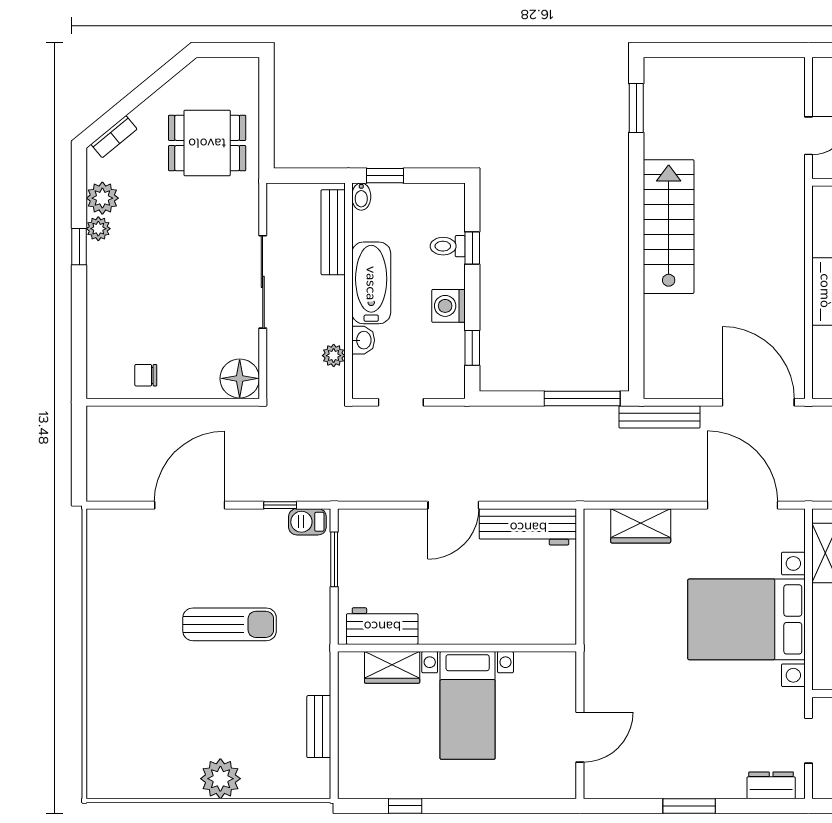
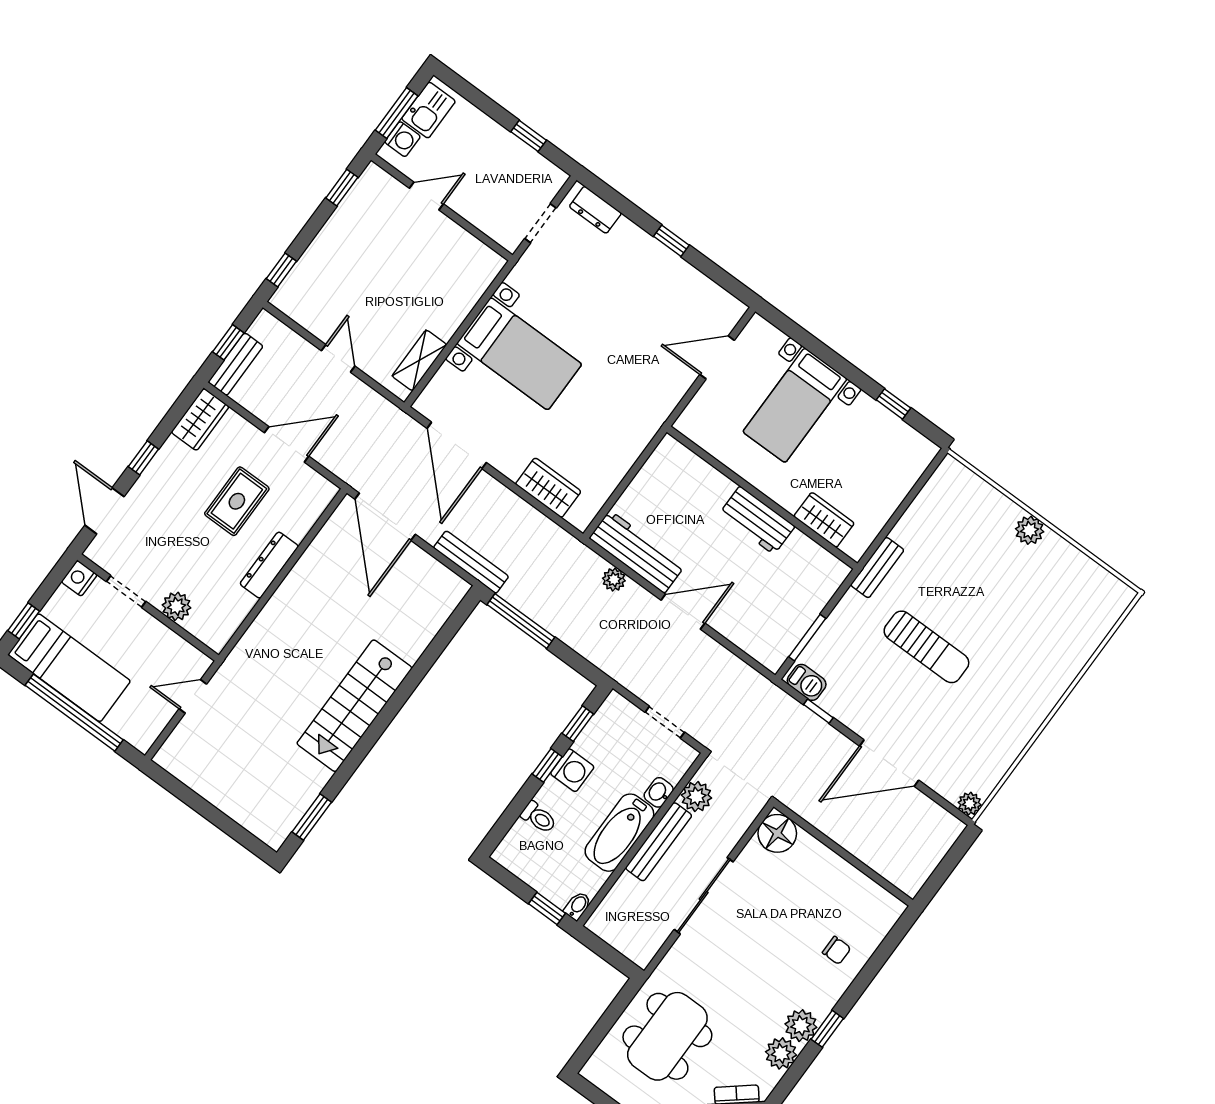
dining table: (207, 143) -> (667, 1036), width x1.37
plant: (98, 229) -> (801, 1026), width x1.38, depth x1.38
bench: (333, 232) -> (659, 842), moved
window: (472, 248) -> (547, 765), moved
plant: (334, 356) -> (696, 797), width x1.38, depth x1.38
chair: (146, 375) -> (837, 950), moved
plant: (530, 490) -> (614, 579), added
plant: (98, 520) -> (970, 804), added
bed with nightstands: (746, 619) -> (519, 354), width x0.73
sun lounger: (230, 624) -> (926, 647), turned 180
workbench: (382, 626) -> (757, 520), moved
bed with nightstands: (468, 705) -> (795, 405), moved, turned 180
bench: (319, 727) -> (877, 567), moved
plant: (220, 779) -> (1030, 530), width x0.73, depth x0.73
window: (689, 806) -> (671, 241), width x0.67

